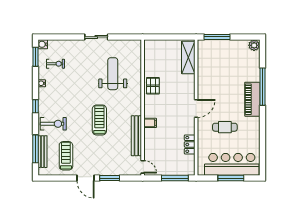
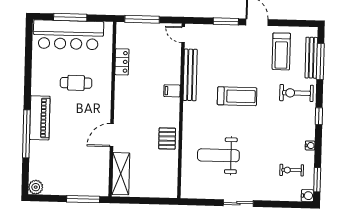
weight bench: (113, 74) -> (218, 155), turned 90
door: (196, 108) -> (112, 135), moved
treadmill: (99, 120) -> (237, 96), turned -90

